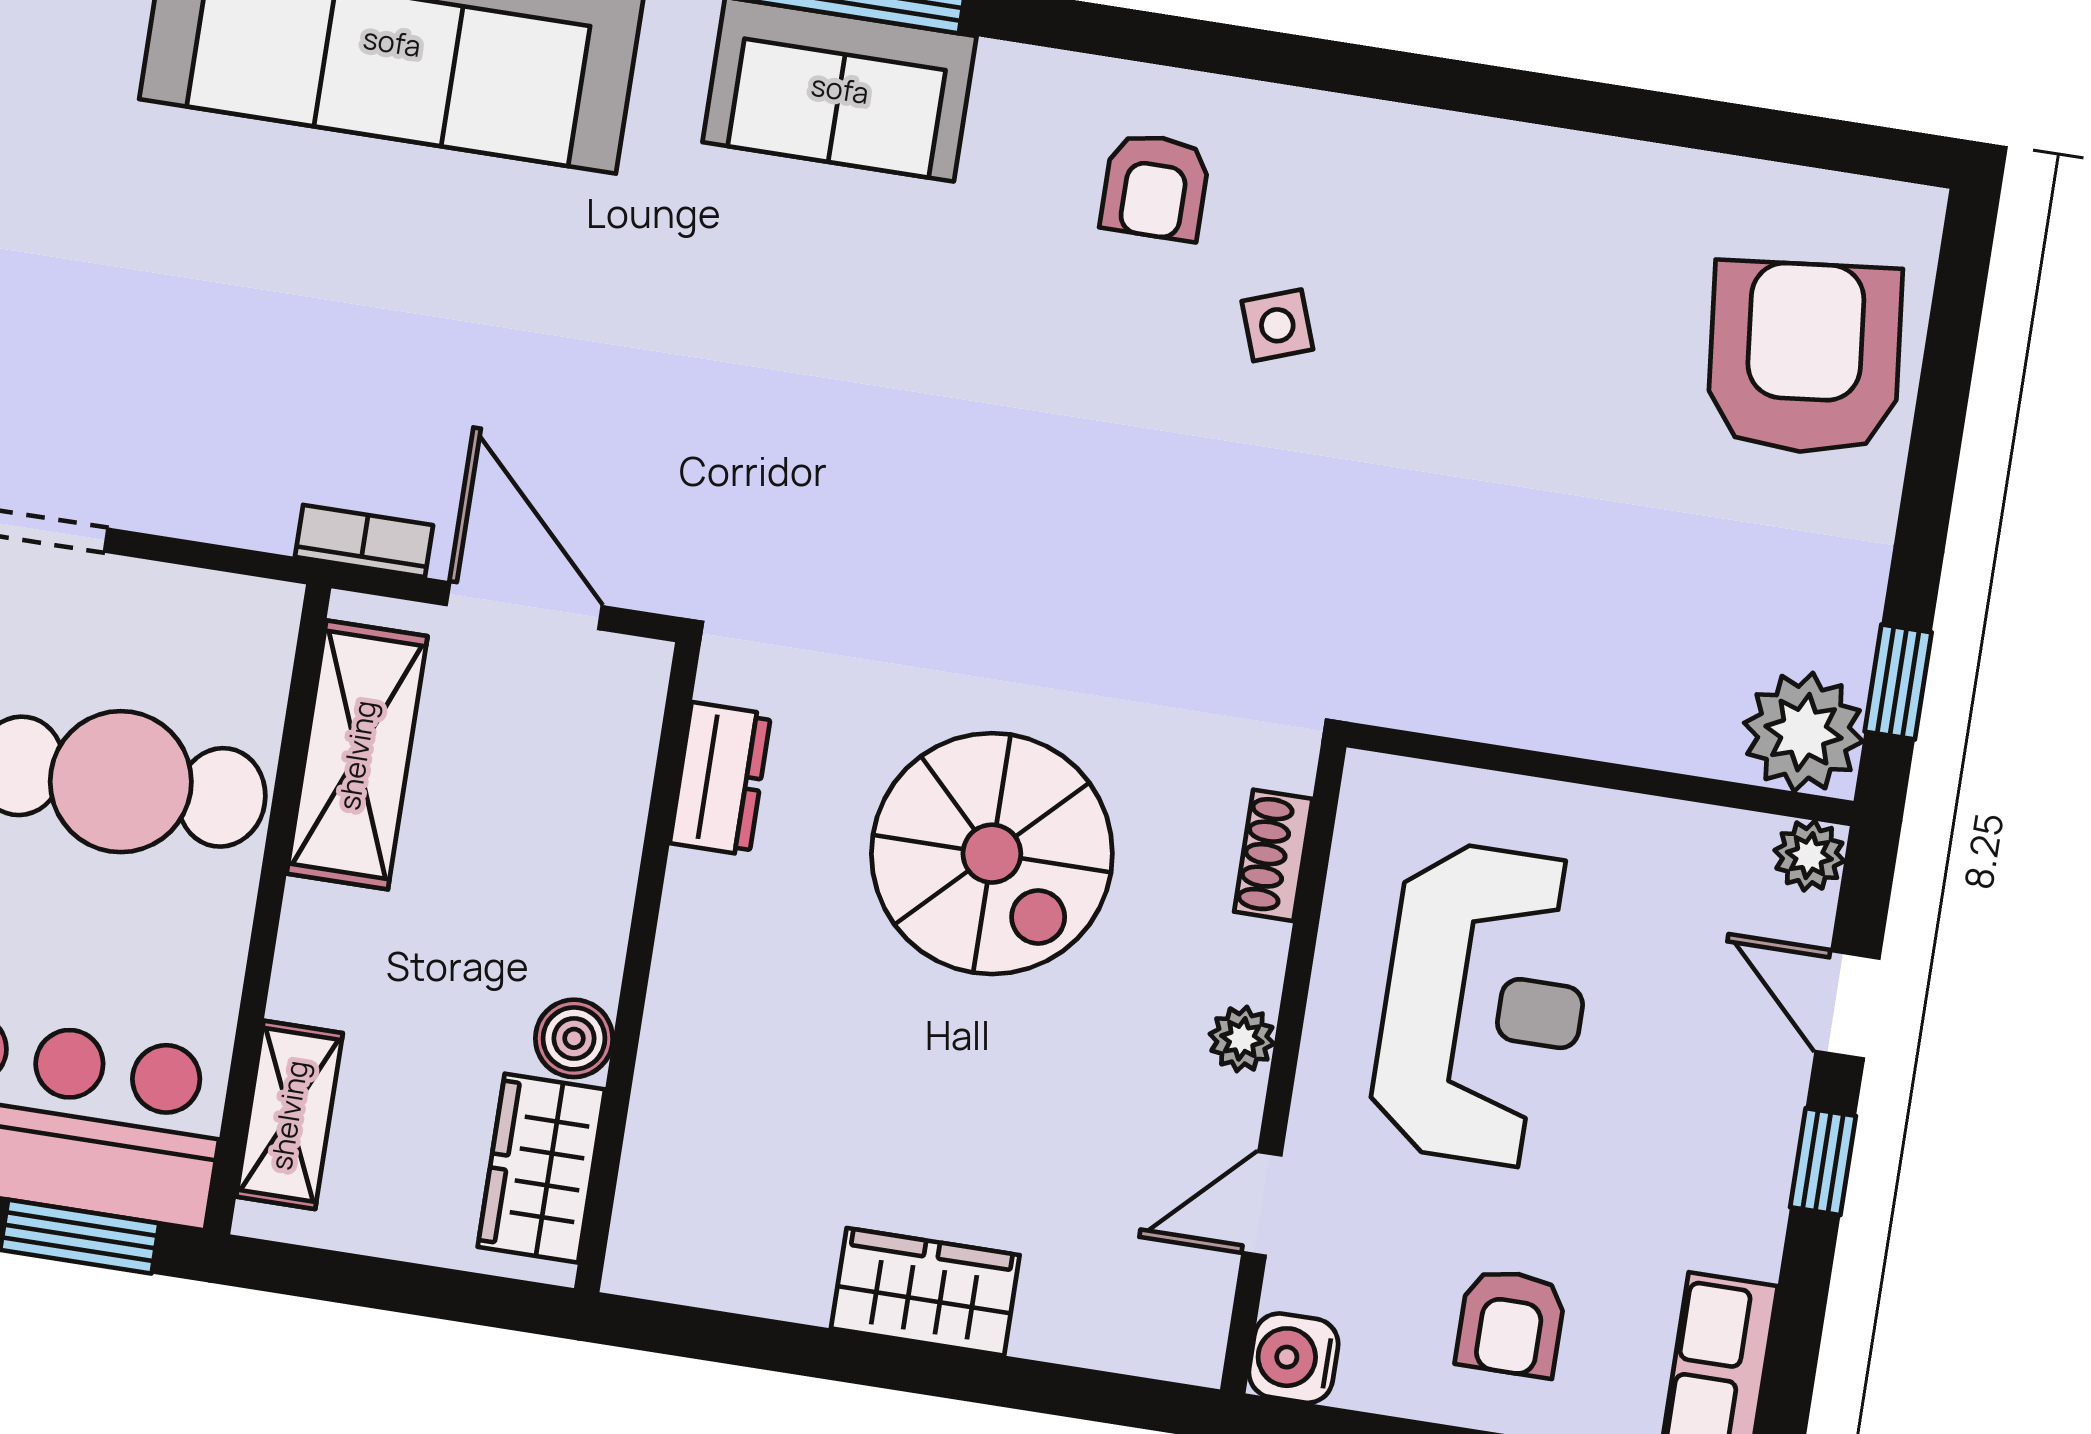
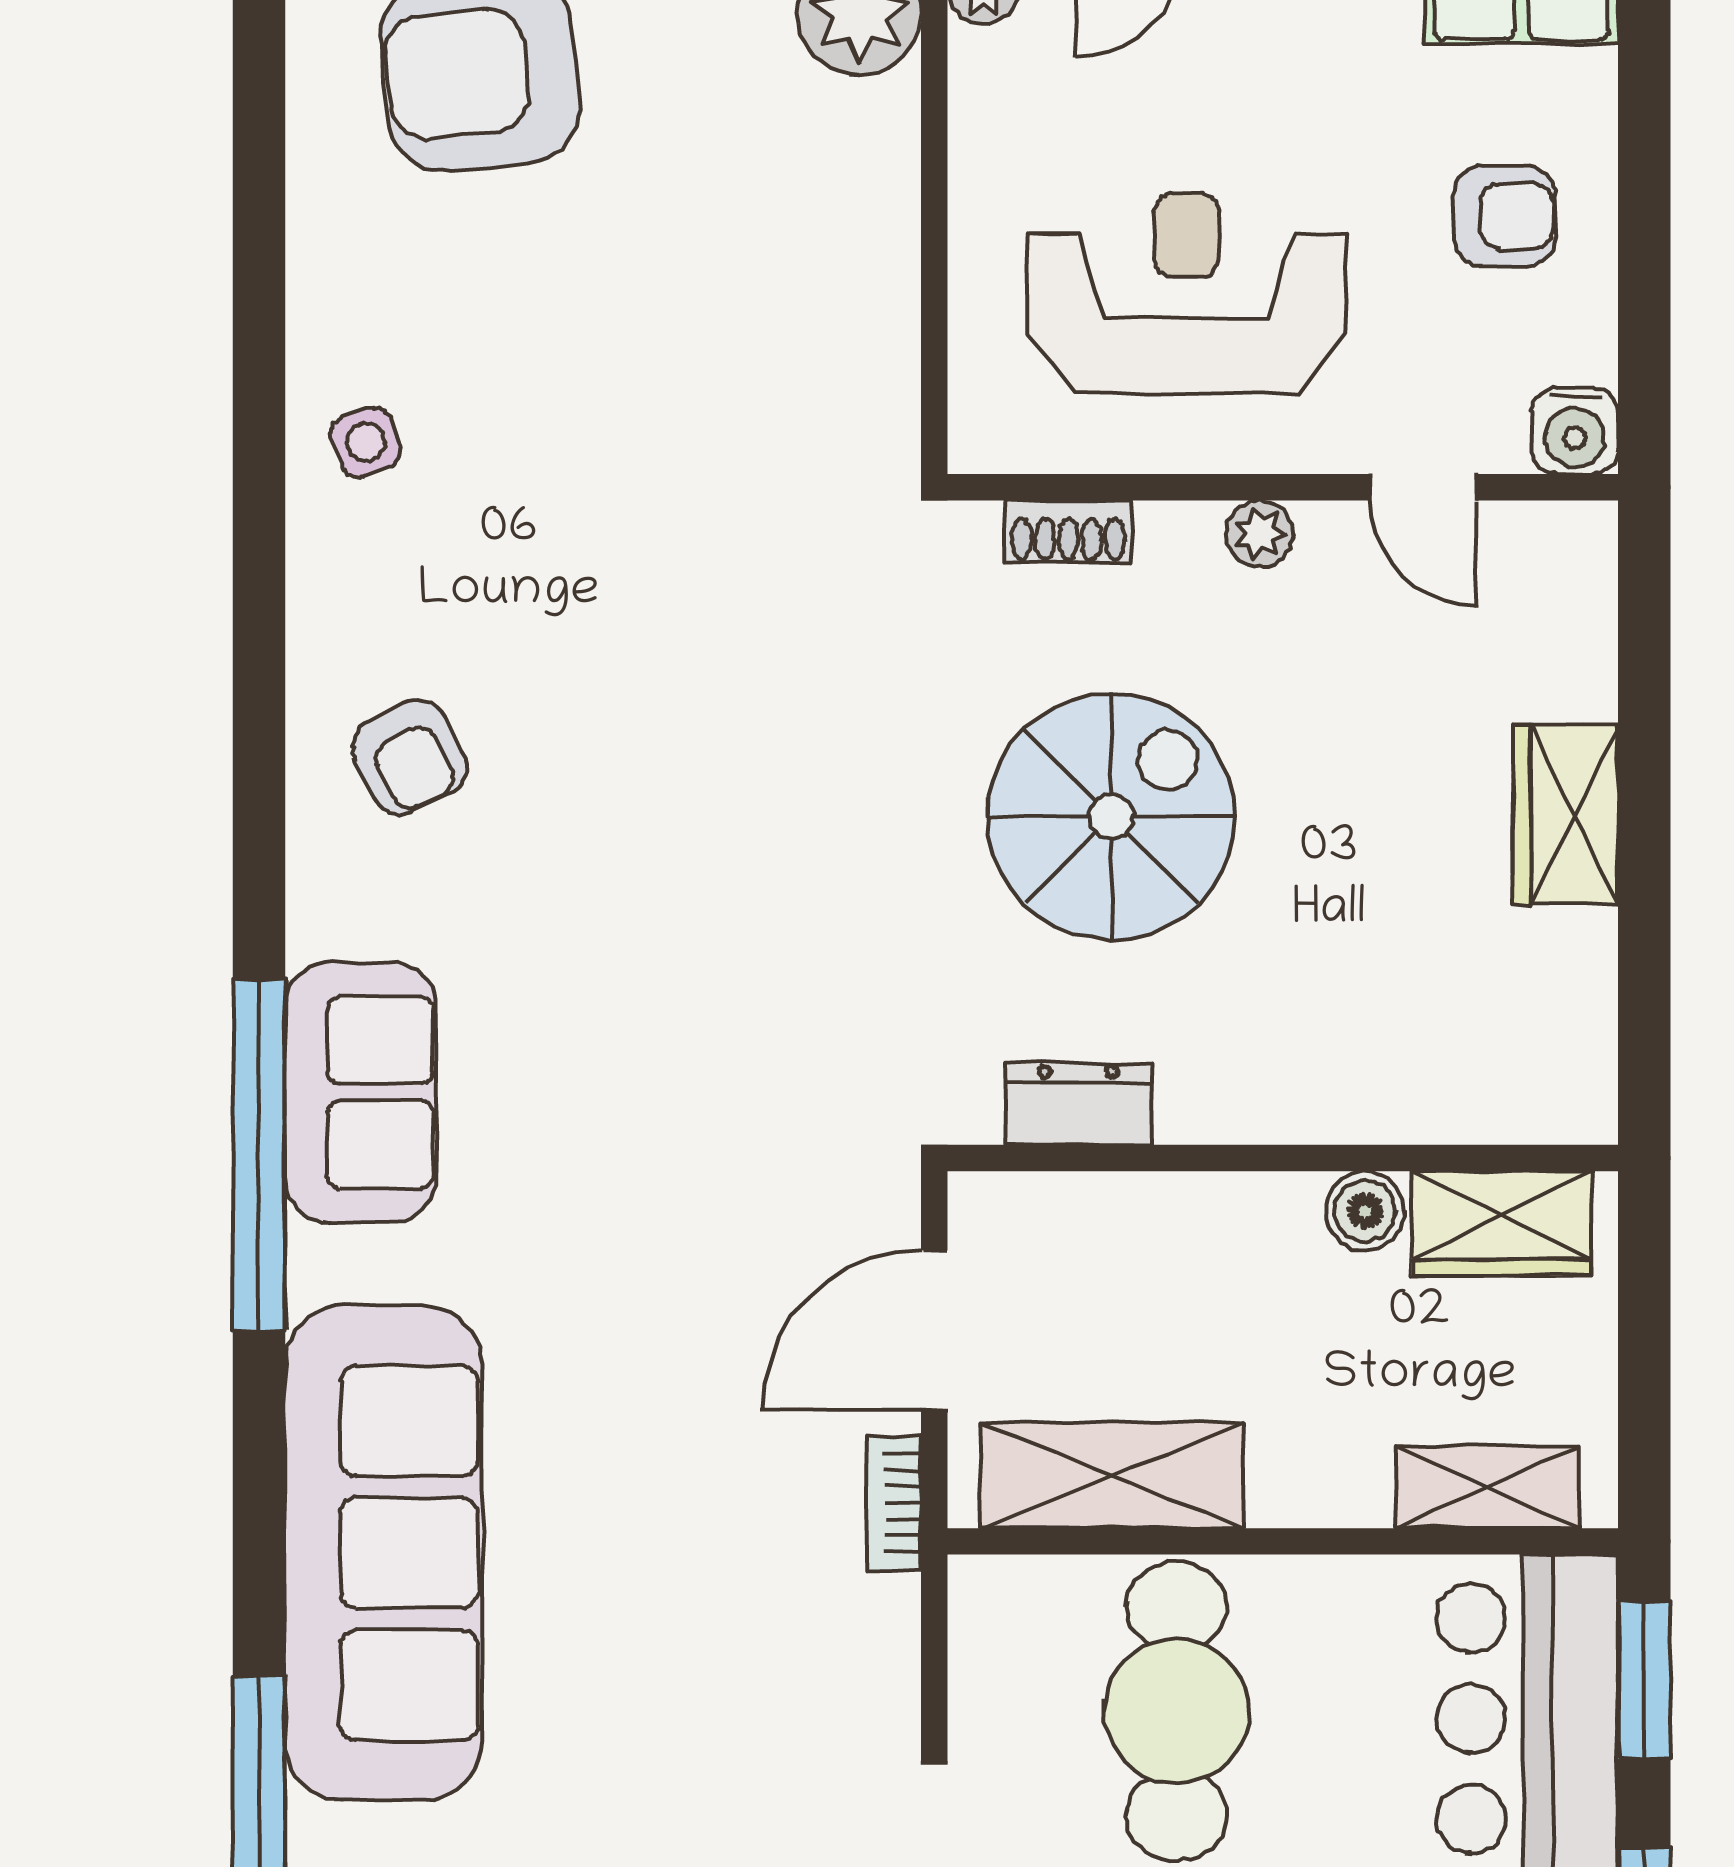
armchair: (1155, 187) -> (409, 757), turned 63
side table: (1277, 325) -> (366, 442), moved

